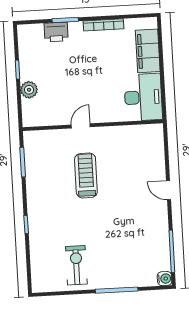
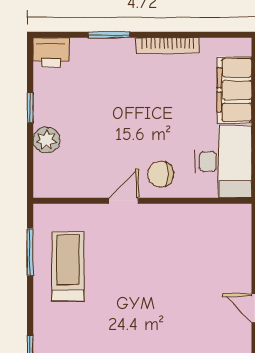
printer: (56, 32) -> (51, 52), moved
chair: (103, 108) -> (160, 174), added
treadmill: (86, 176) -> (68, 266), moved

